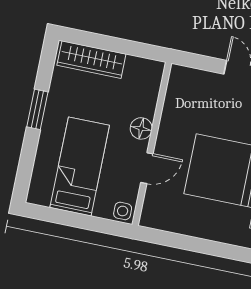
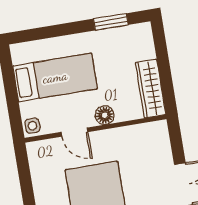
wardrobe: (91, 60) -> (151, 89), moved
window: (37, 109) -> (111, 22), moved

